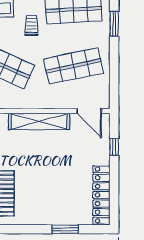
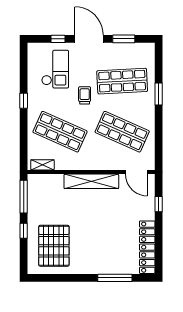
shop shelf: (73, 66) -> (122, 132), turned 36
window: (65, 229) -> (115, 278), width x1.44

